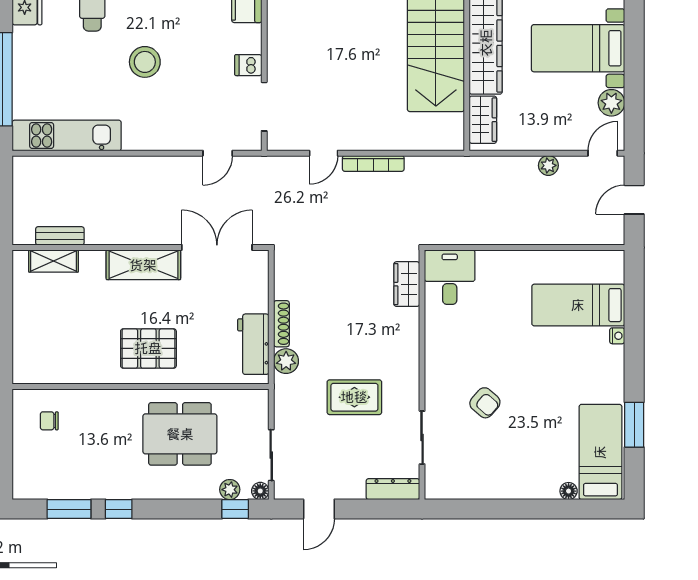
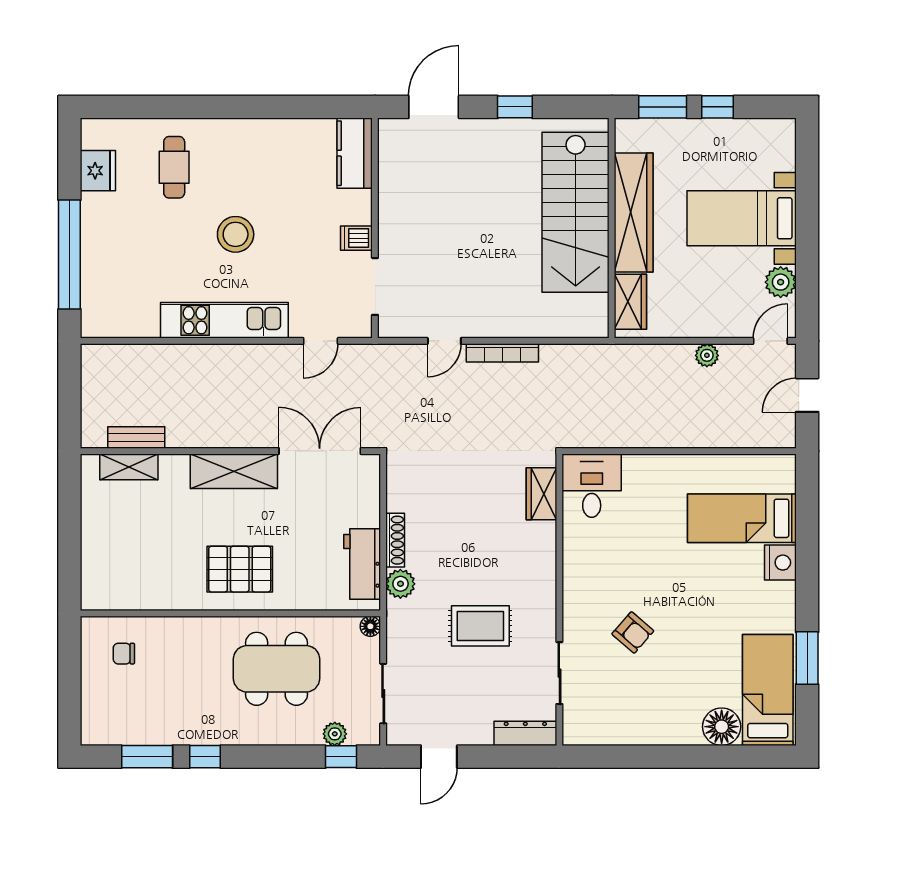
kitchen unit: (67, 135) -> (224, 320), moved
nightstand: (617, 336) -> (780, 563), width x1.89, depth x1.79
floor lamp: (260, 491) -> (370, 626), moved
floor lamp: (569, 491) -> (722, 727), width x1.89, depth x1.89

